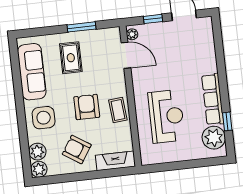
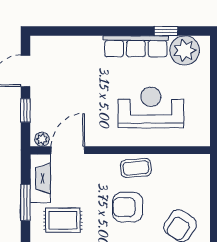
fireplace: (115, 161) -> (40, 178), moved, turned 180

